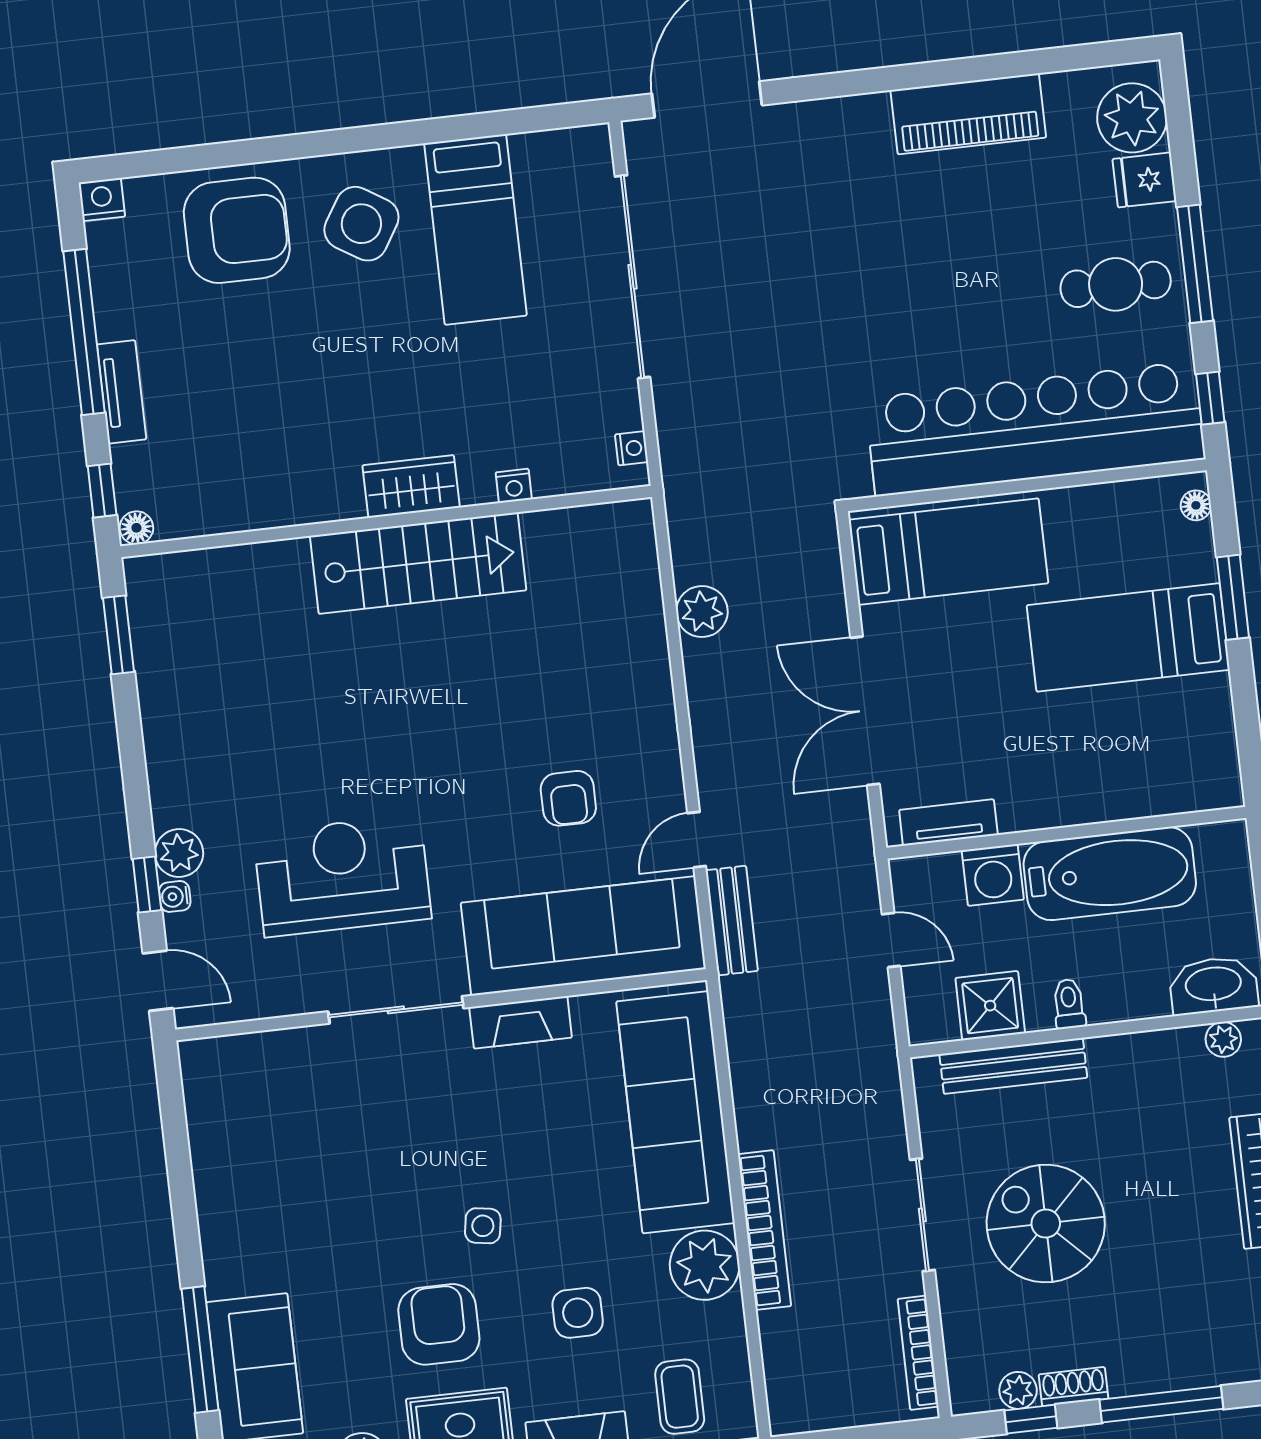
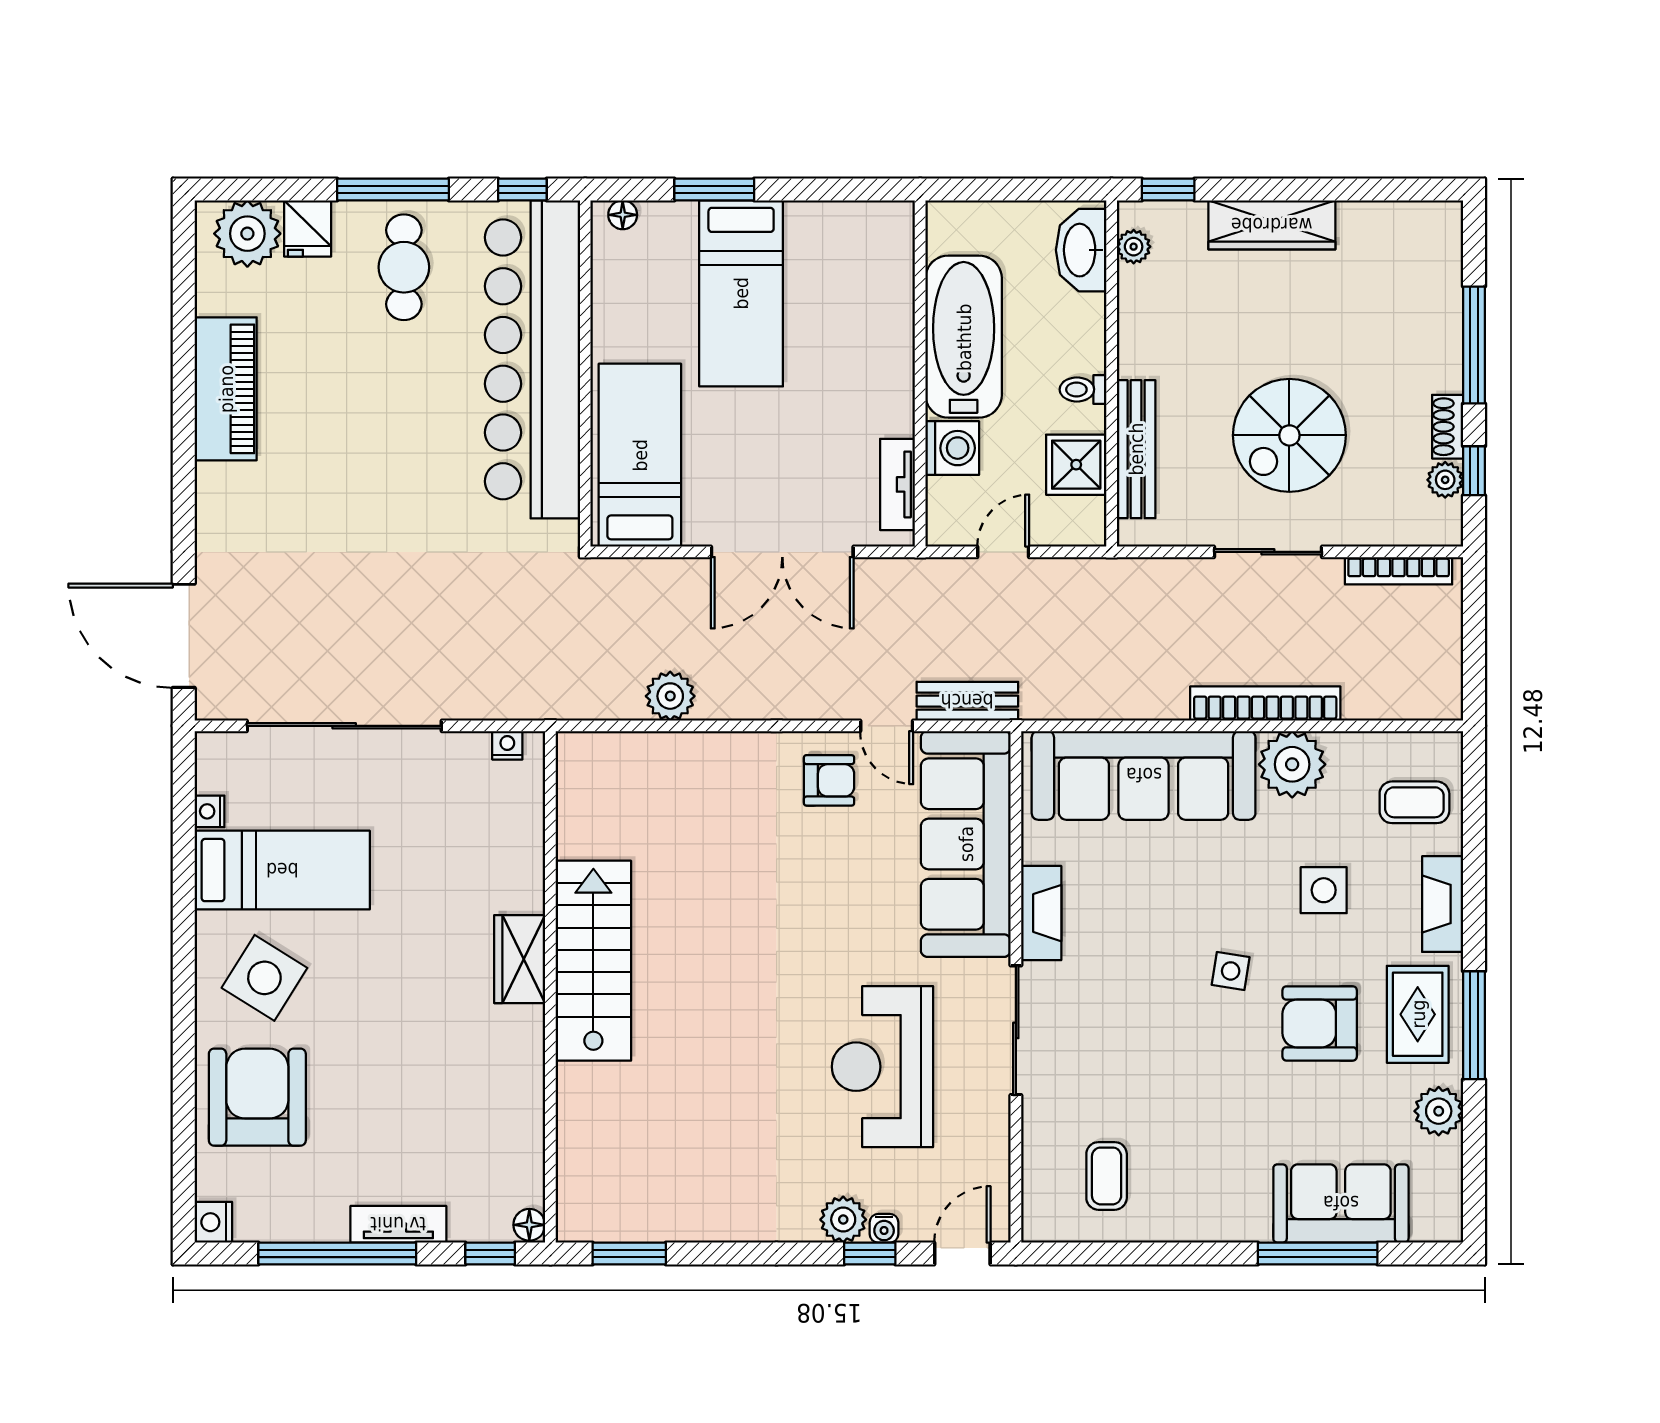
nightstand: (514, 486) -> (210, 811), moved, turned 180
armchair: (568, 798) -> (829, 780), moved
coffee table: (255, 1121) -> (1107, 1176), added

